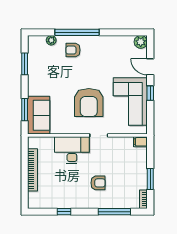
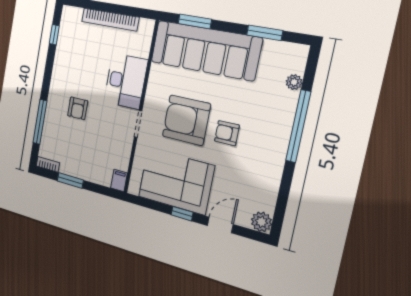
armchair: (73, 50) -> (227, 133), moved, turned -90
sofa: (39, 115) -> (205, 50), width x1.85, depth x1.27
window: (64, 212) -> (54, 35), moved

